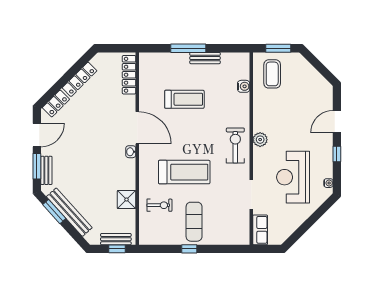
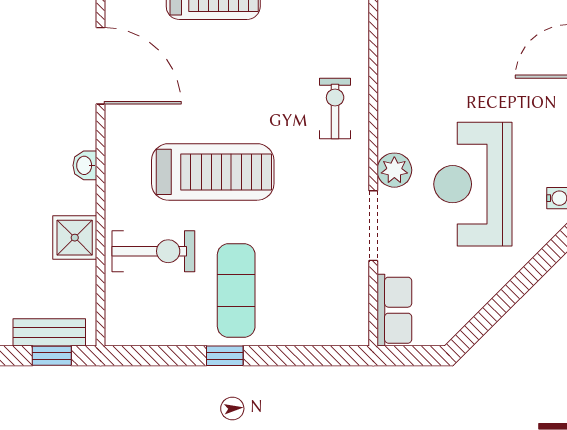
plant: (260, 140) -> (394, 170), moved
exercise bike: (235, 146) -> (335, 108), width x0.73, depth x0.72
washbasin: (131, 152) -> (85, 165), moved
exercise bike: (159, 205) -> (153, 251), width x1.38, depth x1.39

